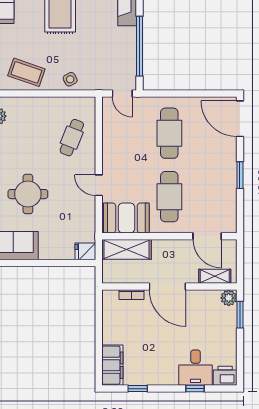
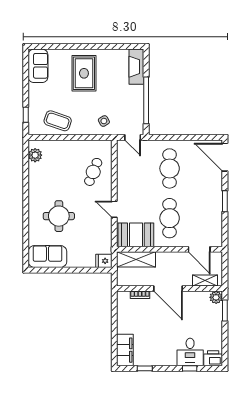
side table: (70, 79) -> (104, 121), moved

